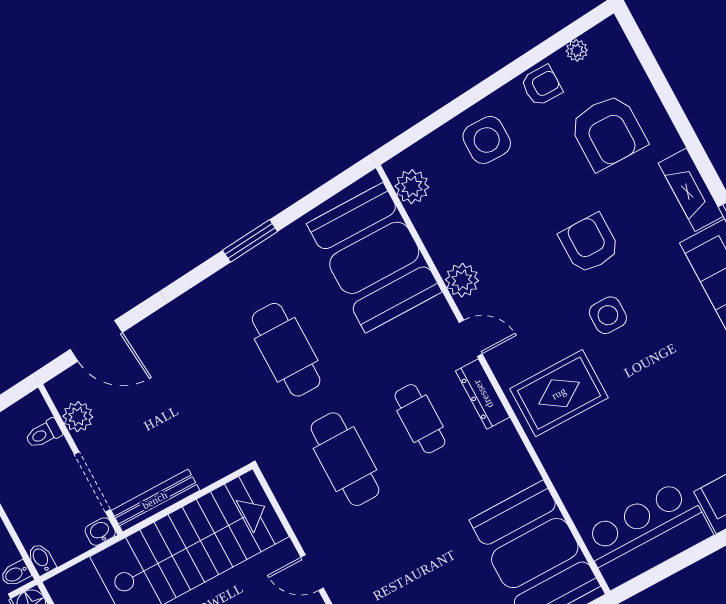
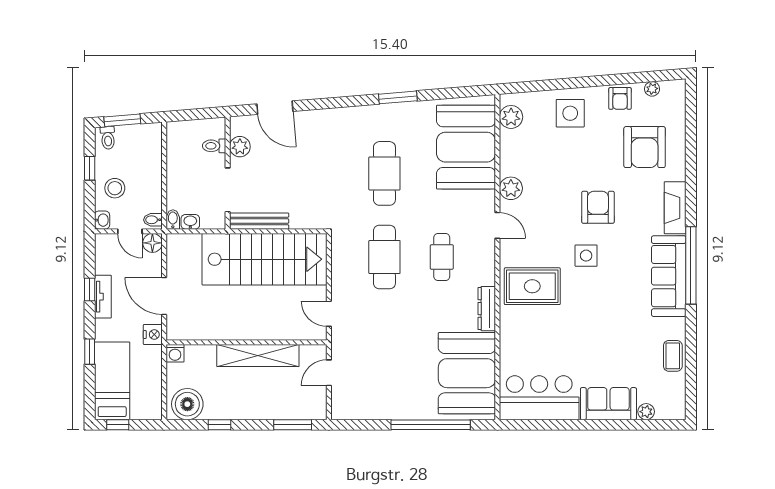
armchair: (542, 86) -> (620, 98), turned 90
dresser: (483, 394) -> (487, 309), moved
washbasin: (100, 532) -> (190, 222), moved

